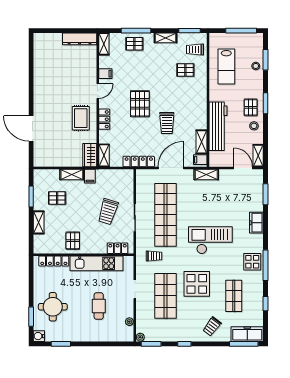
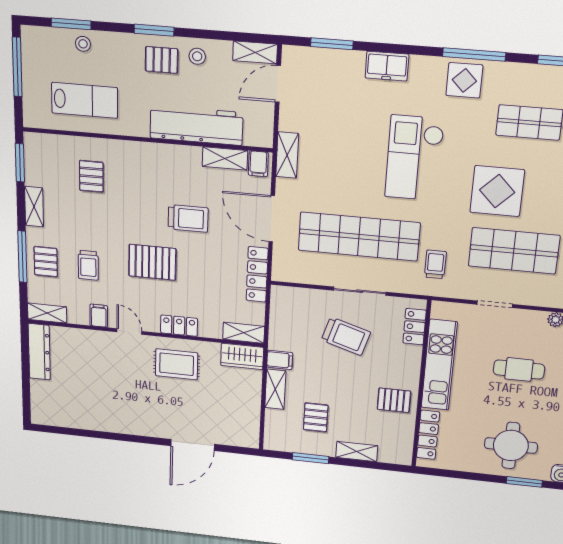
trolley: (195, 50) -> (88, 265), moved

